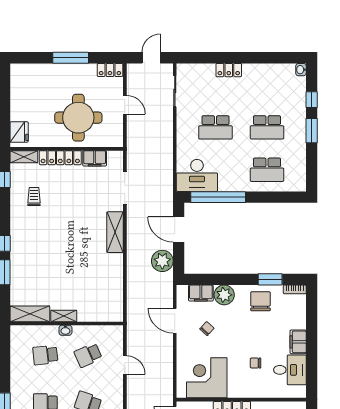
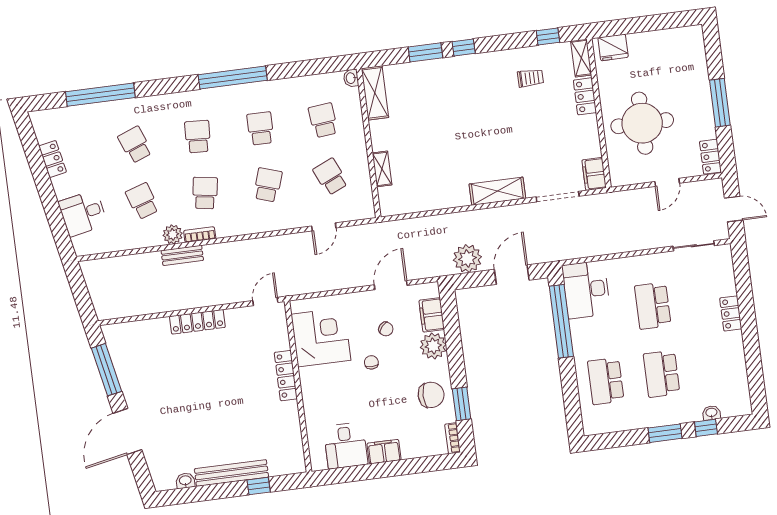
washbasin: (301, 70) -> (711, 413), moved
locker: (60, 158) -> (585, 96), width x0.66
filing cabinet: (95, 158) -> (594, 174), moved
shelving: (64, 316) -> (382, 169), moved
washbasin: (65, 330) -> (351, 78), moved
chair: (256, 363) -> (371, 362), moved

